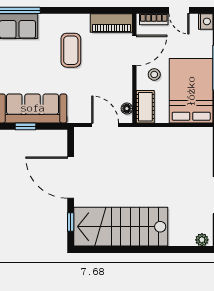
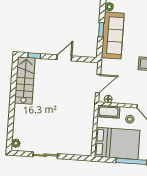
door: (71, 178) -> (64, 58), width x0.53
stairs: (121, 227) -> (25, 81), width x0.73, depth x0.66

